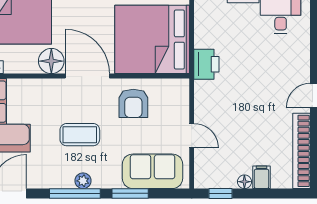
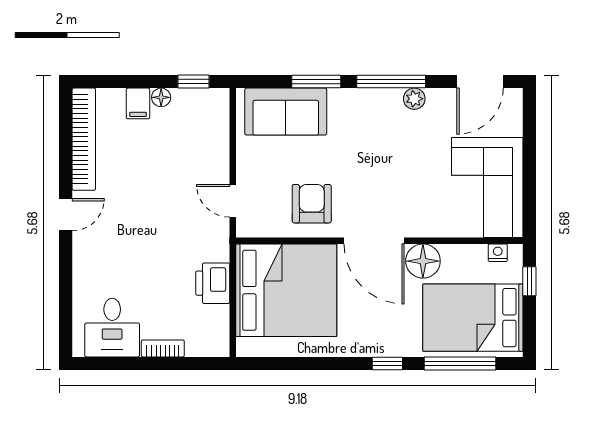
printer: (206, 64) -> (213, 283), moved
coffee table: (80, 135) -> (384, 161), removed
door: (192, 136) -> (233, 201), moved
plant: (83, 181) -> (414, 99), moved

